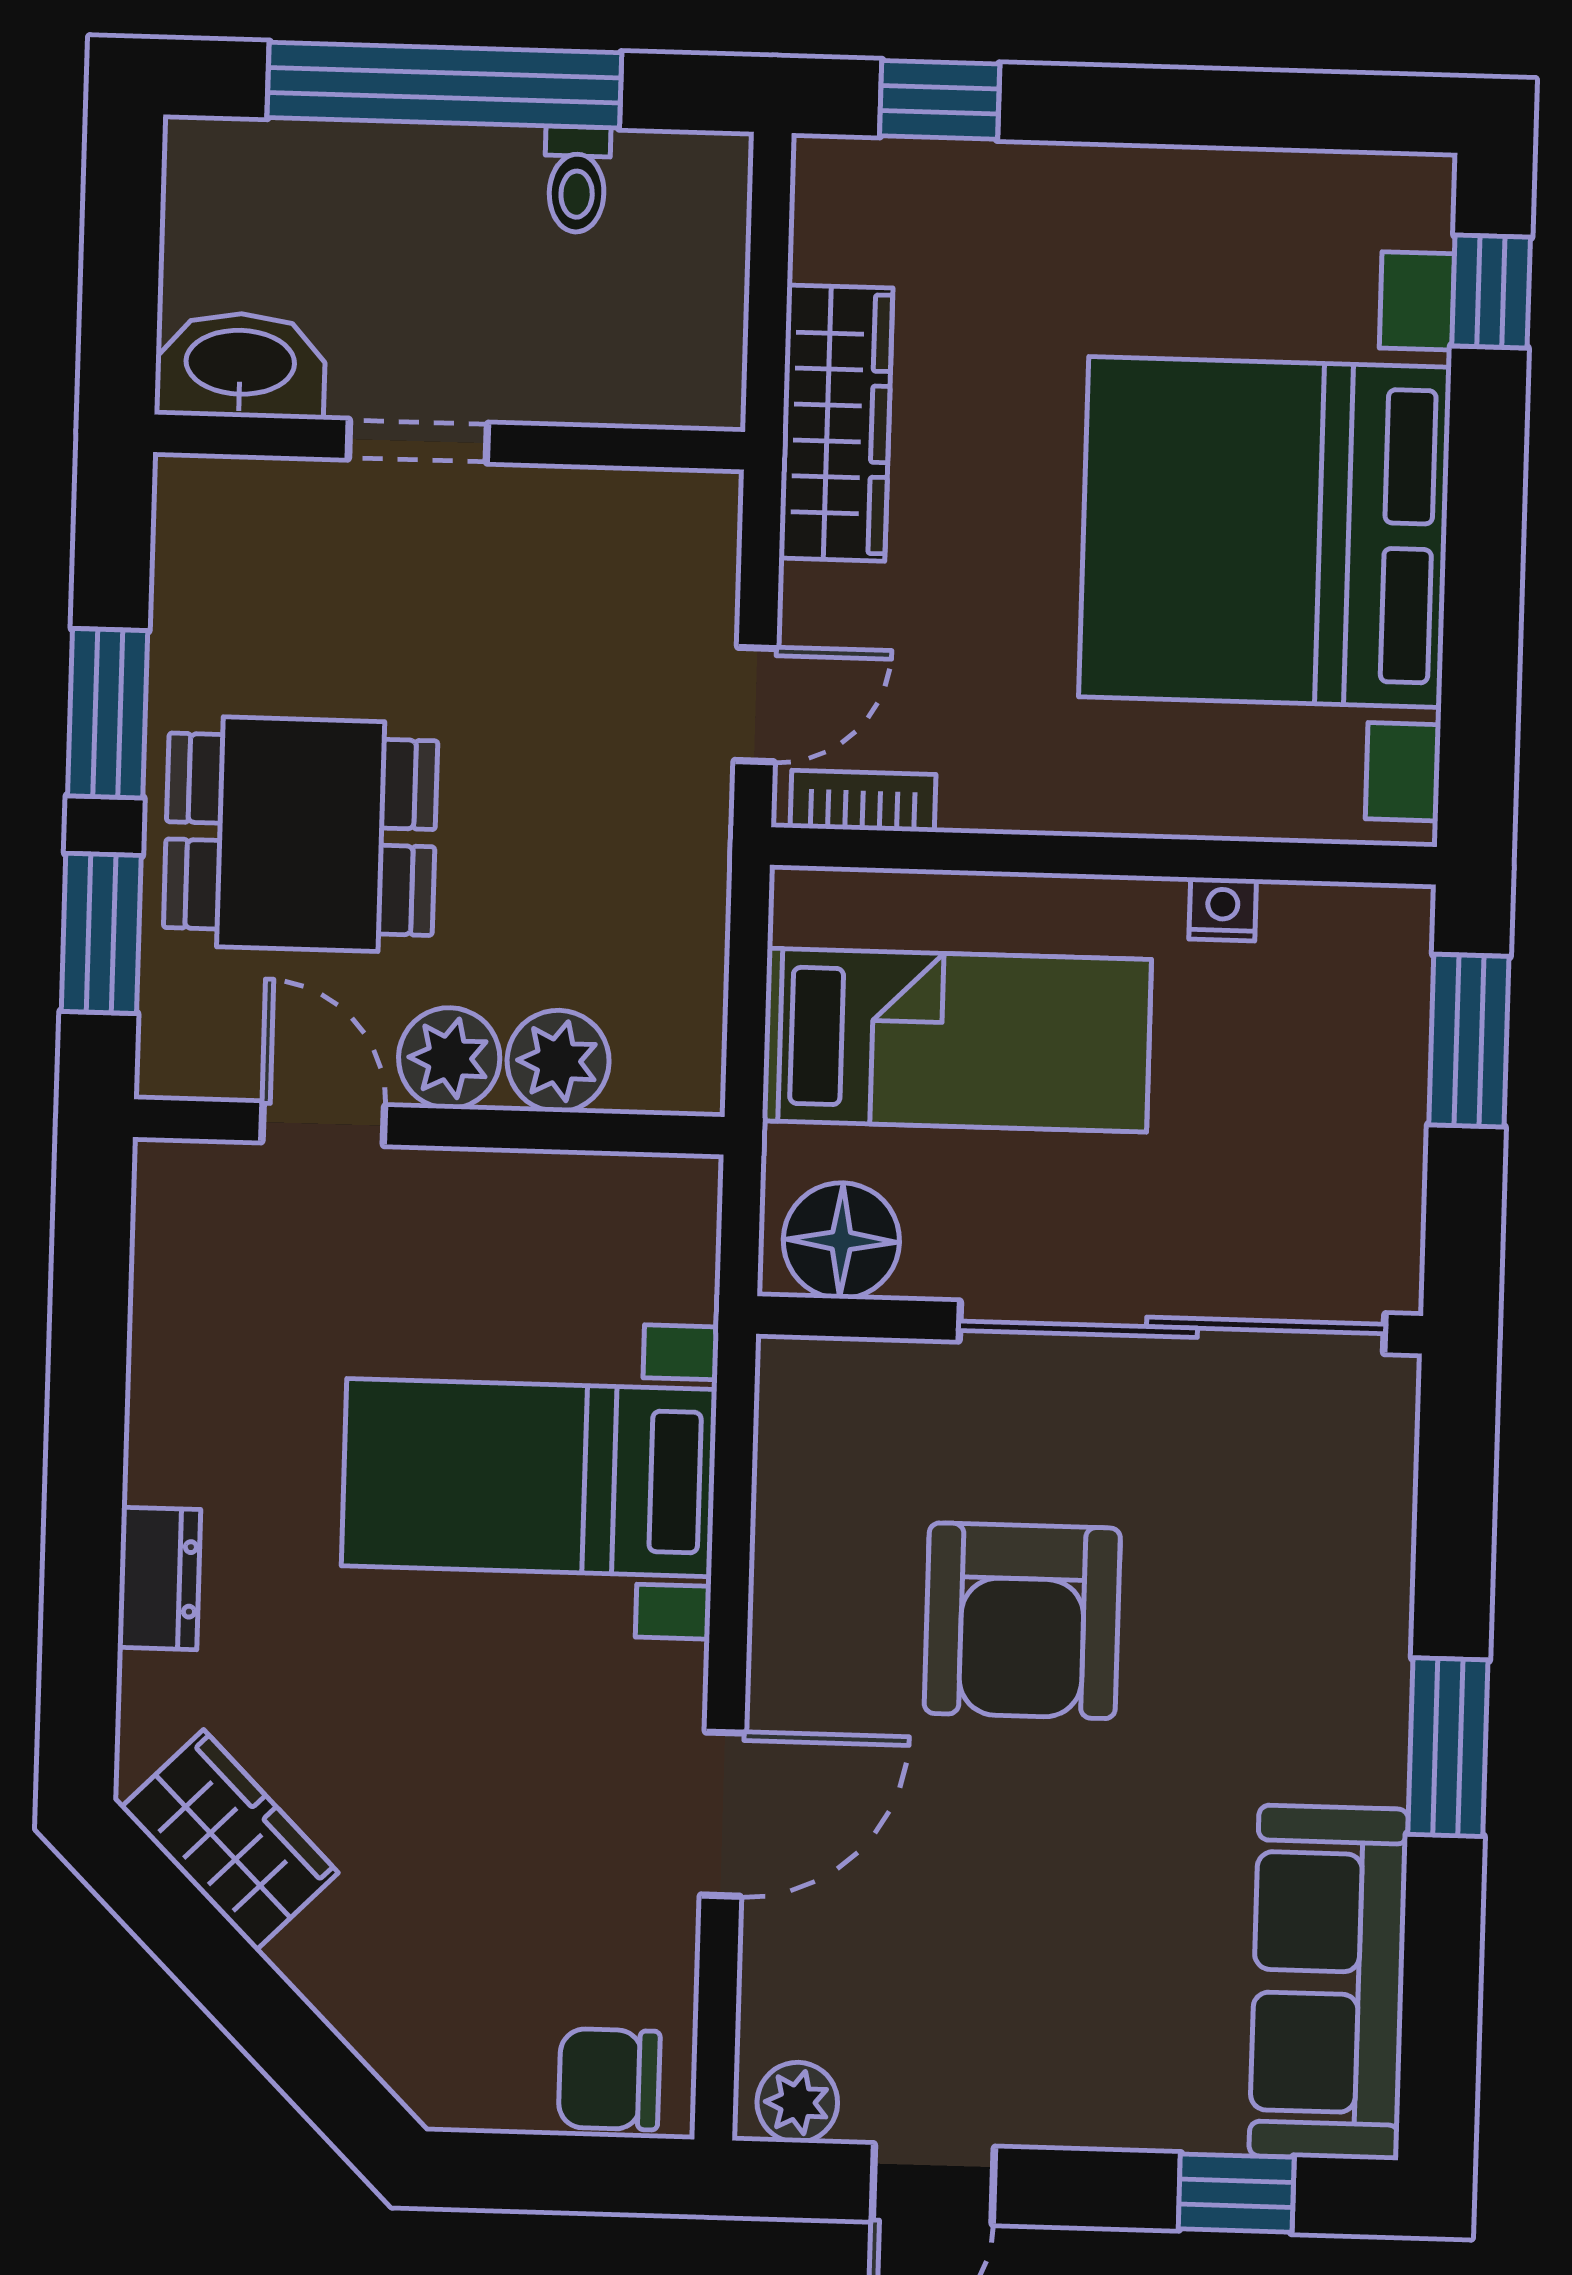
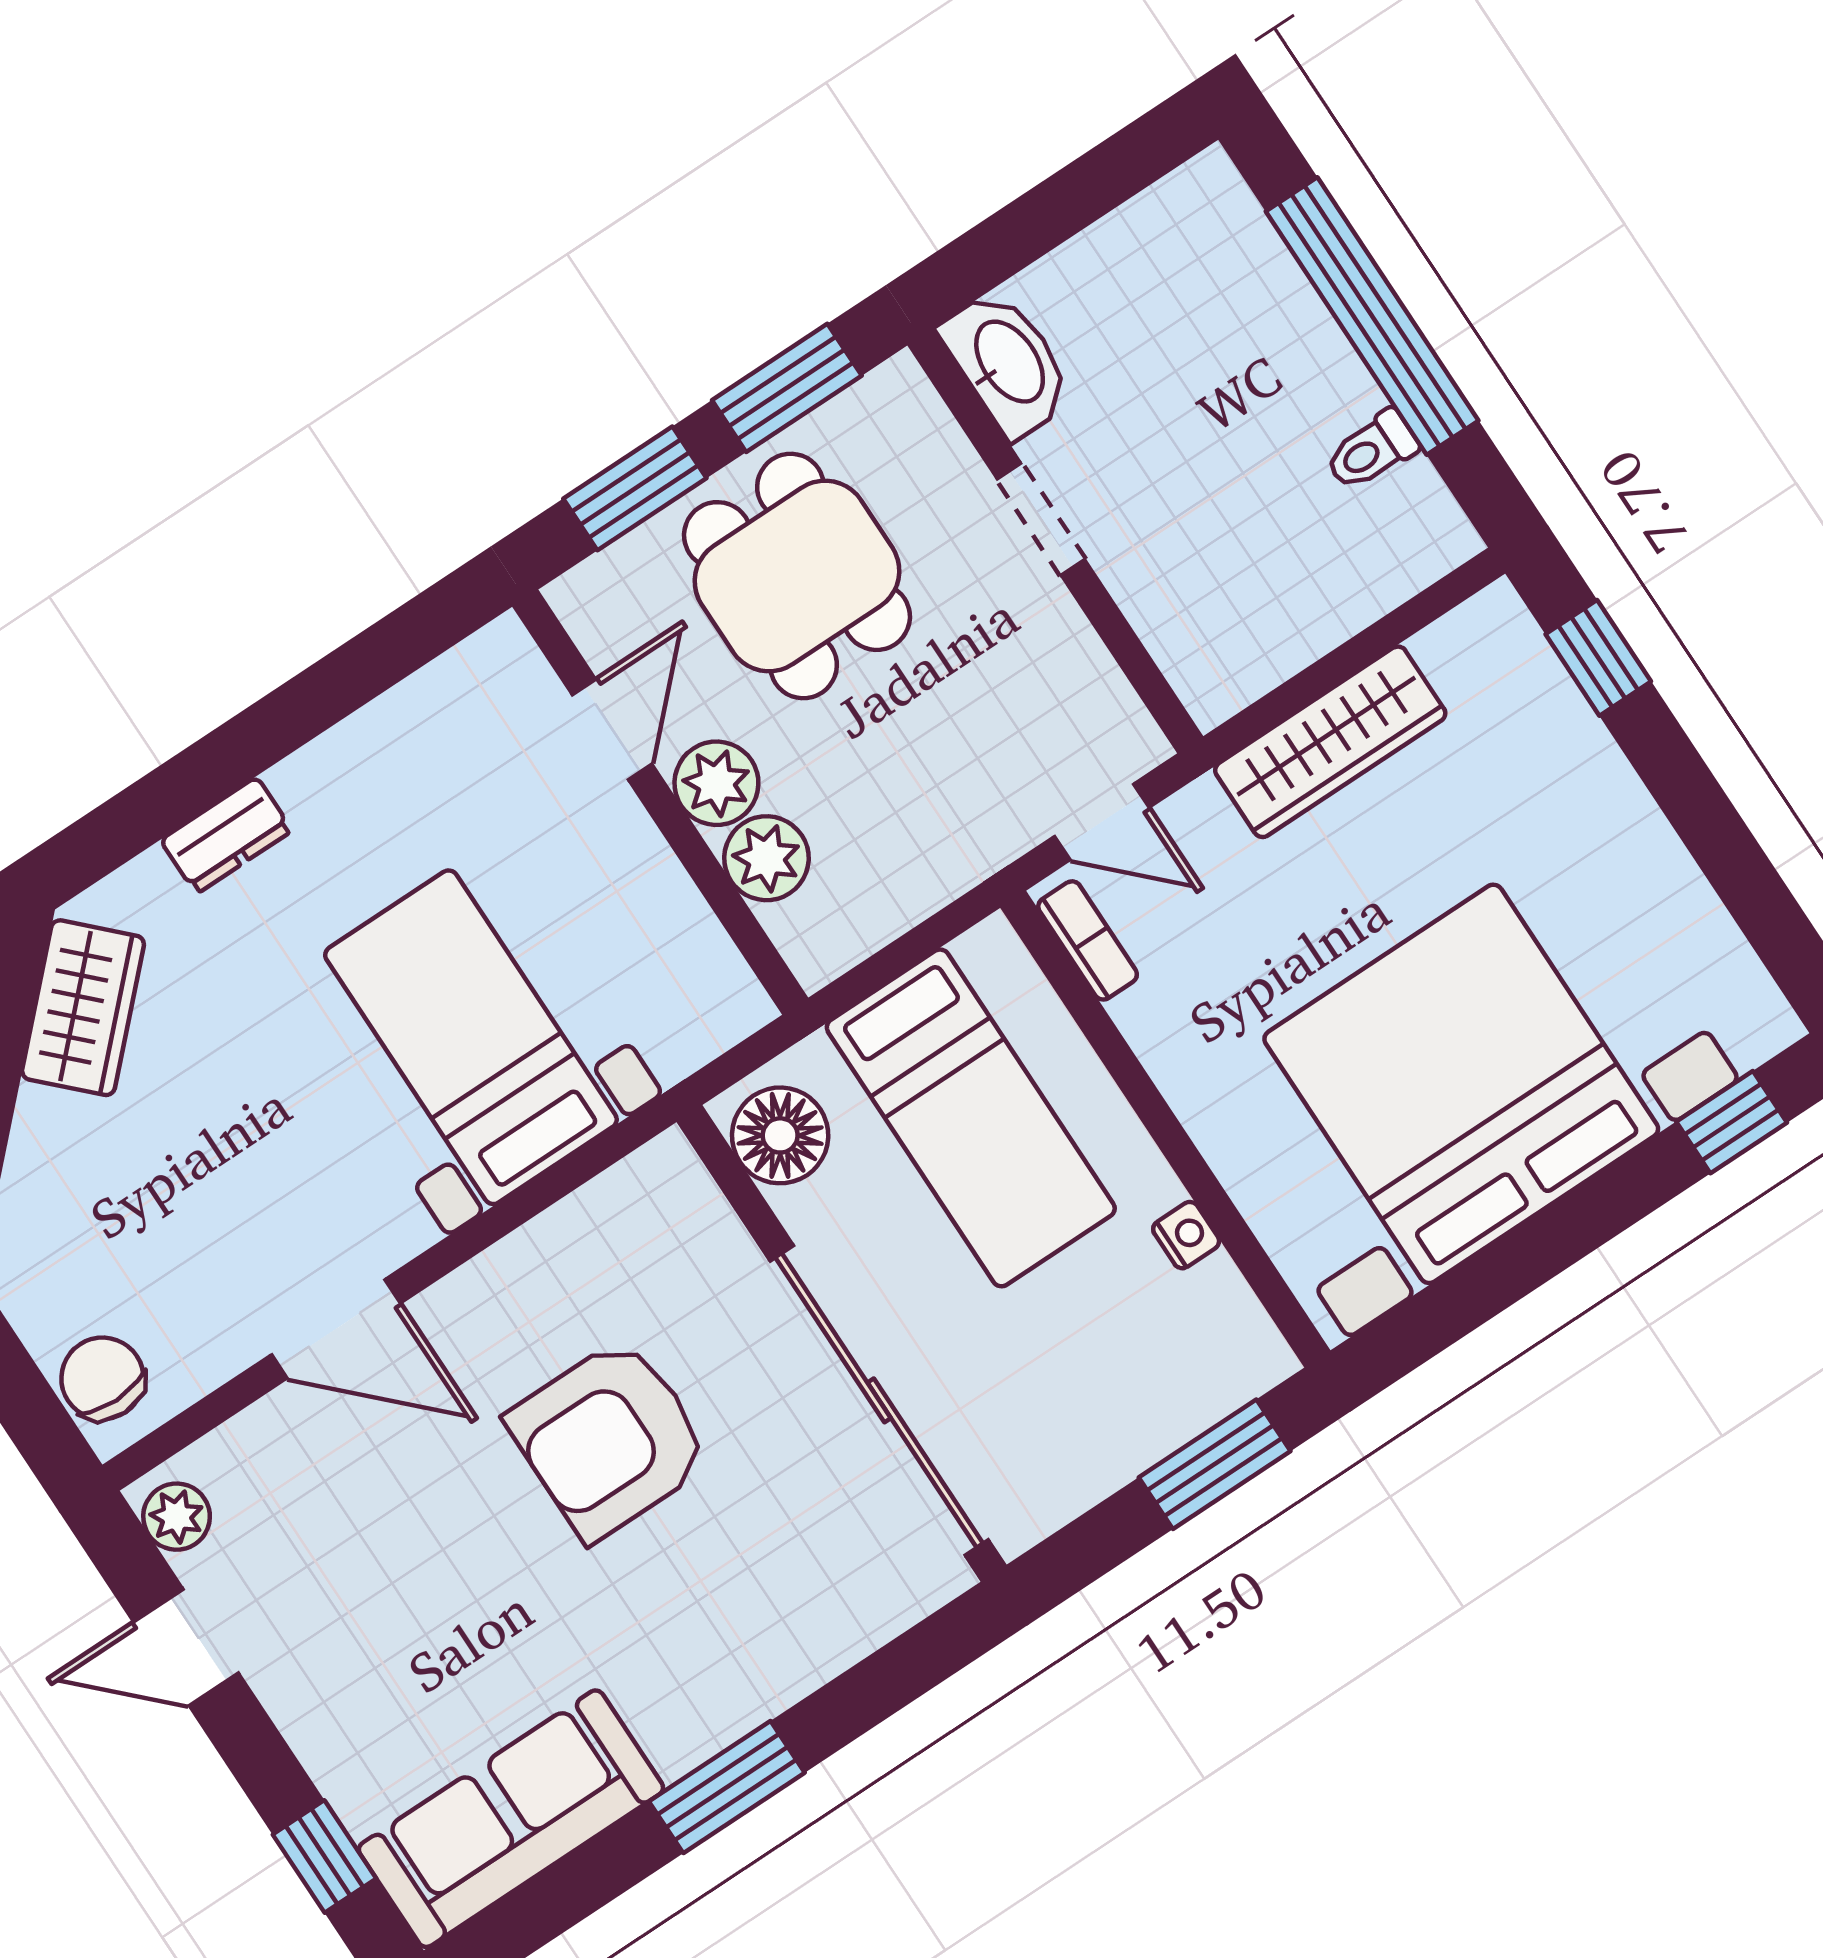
washbasin: (240, 365) -> (1007, 363), moved
doorway: (418, 441) -> (1041, 519), moved
wall: (449, 442) -> (1055, 541), moved

